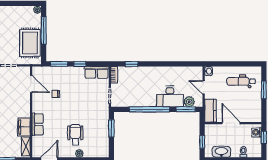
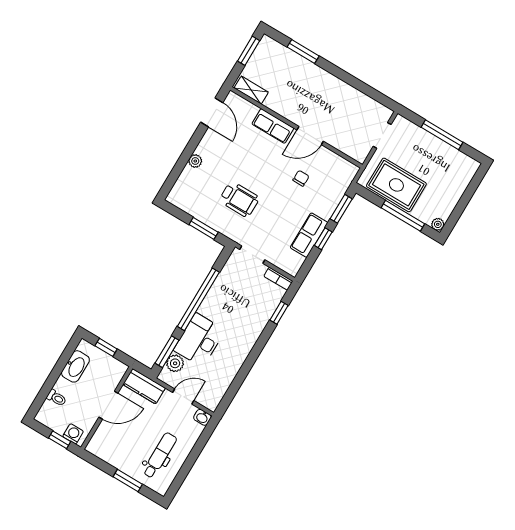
row of seats: (96, 72) -> (309, 235), moved
door: (31, 84) -> (310, 136), moved
filing cabinet: (24, 127) -> (281, 104), removed
wheelchair: (75, 135) -> (239, 199), moved

